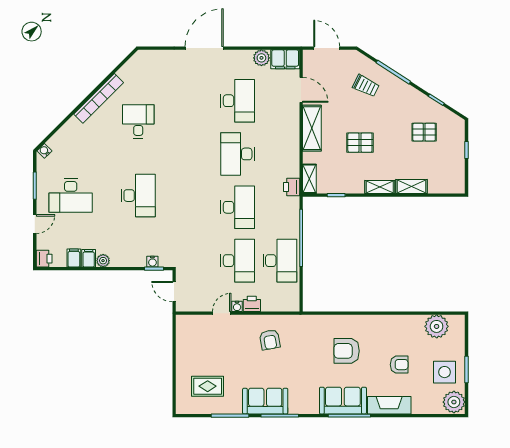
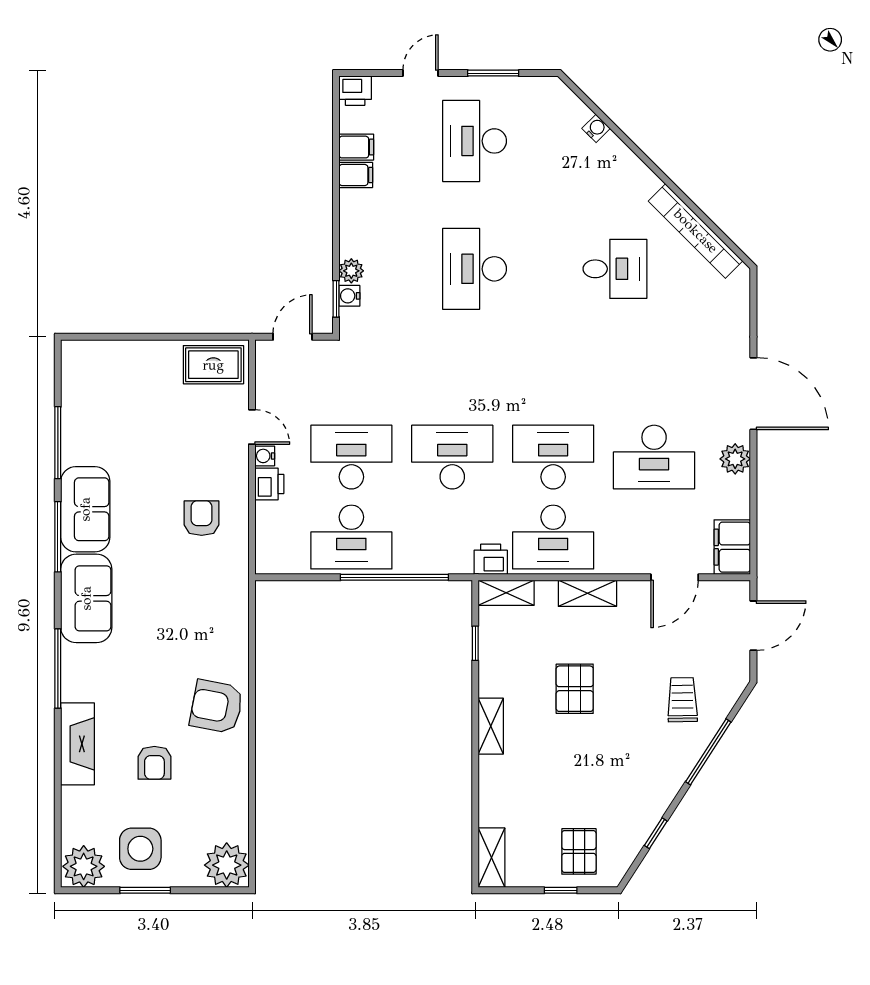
plant: (261, 58) -> (735, 459), moved
trolley: (366, 86) -> (682, 700), turned 153
bookcase: (99, 98) -> (696, 231), moved
shelving: (312, 128) -> (587, 593), width x0.67, depth x0.75
pallet: (424, 132) -> (579, 851), moved
water cooler: (44, 151) -> (596, 128), moved
desk: (280, 154) -> (553, 537), added
shelving: (411, 187) -> (491, 858), moved
desk: (138, 196) -> (475, 269), turned 90
desk: (238, 207) -> (452, 457), turned 180
door: (35, 224) -> (420, 73), swing flipped
plant: (103, 261) -> (351, 271), moved
desk: (238, 261) -> (351, 457), turned 180
plant: (437, 326) -> (227, 865), moved
armchair: (270, 340) -> (202, 518), turned 100
armchair: (347, 351) -> (217, 707), moved, turned -79
rug: (208, 386) -> (213, 365), moved, turned 90
sofa: (343, 401) -> (86, 598), moved

